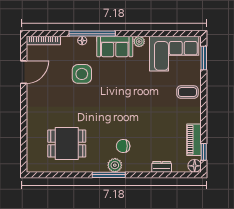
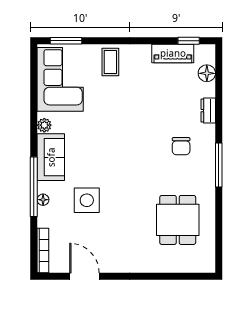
plant: (115, 165) -> (206, 157), removed
floor lamp: (195, 166) -> (207, 73), moved
dresser: (162, 167) -> (208, 111), moved

